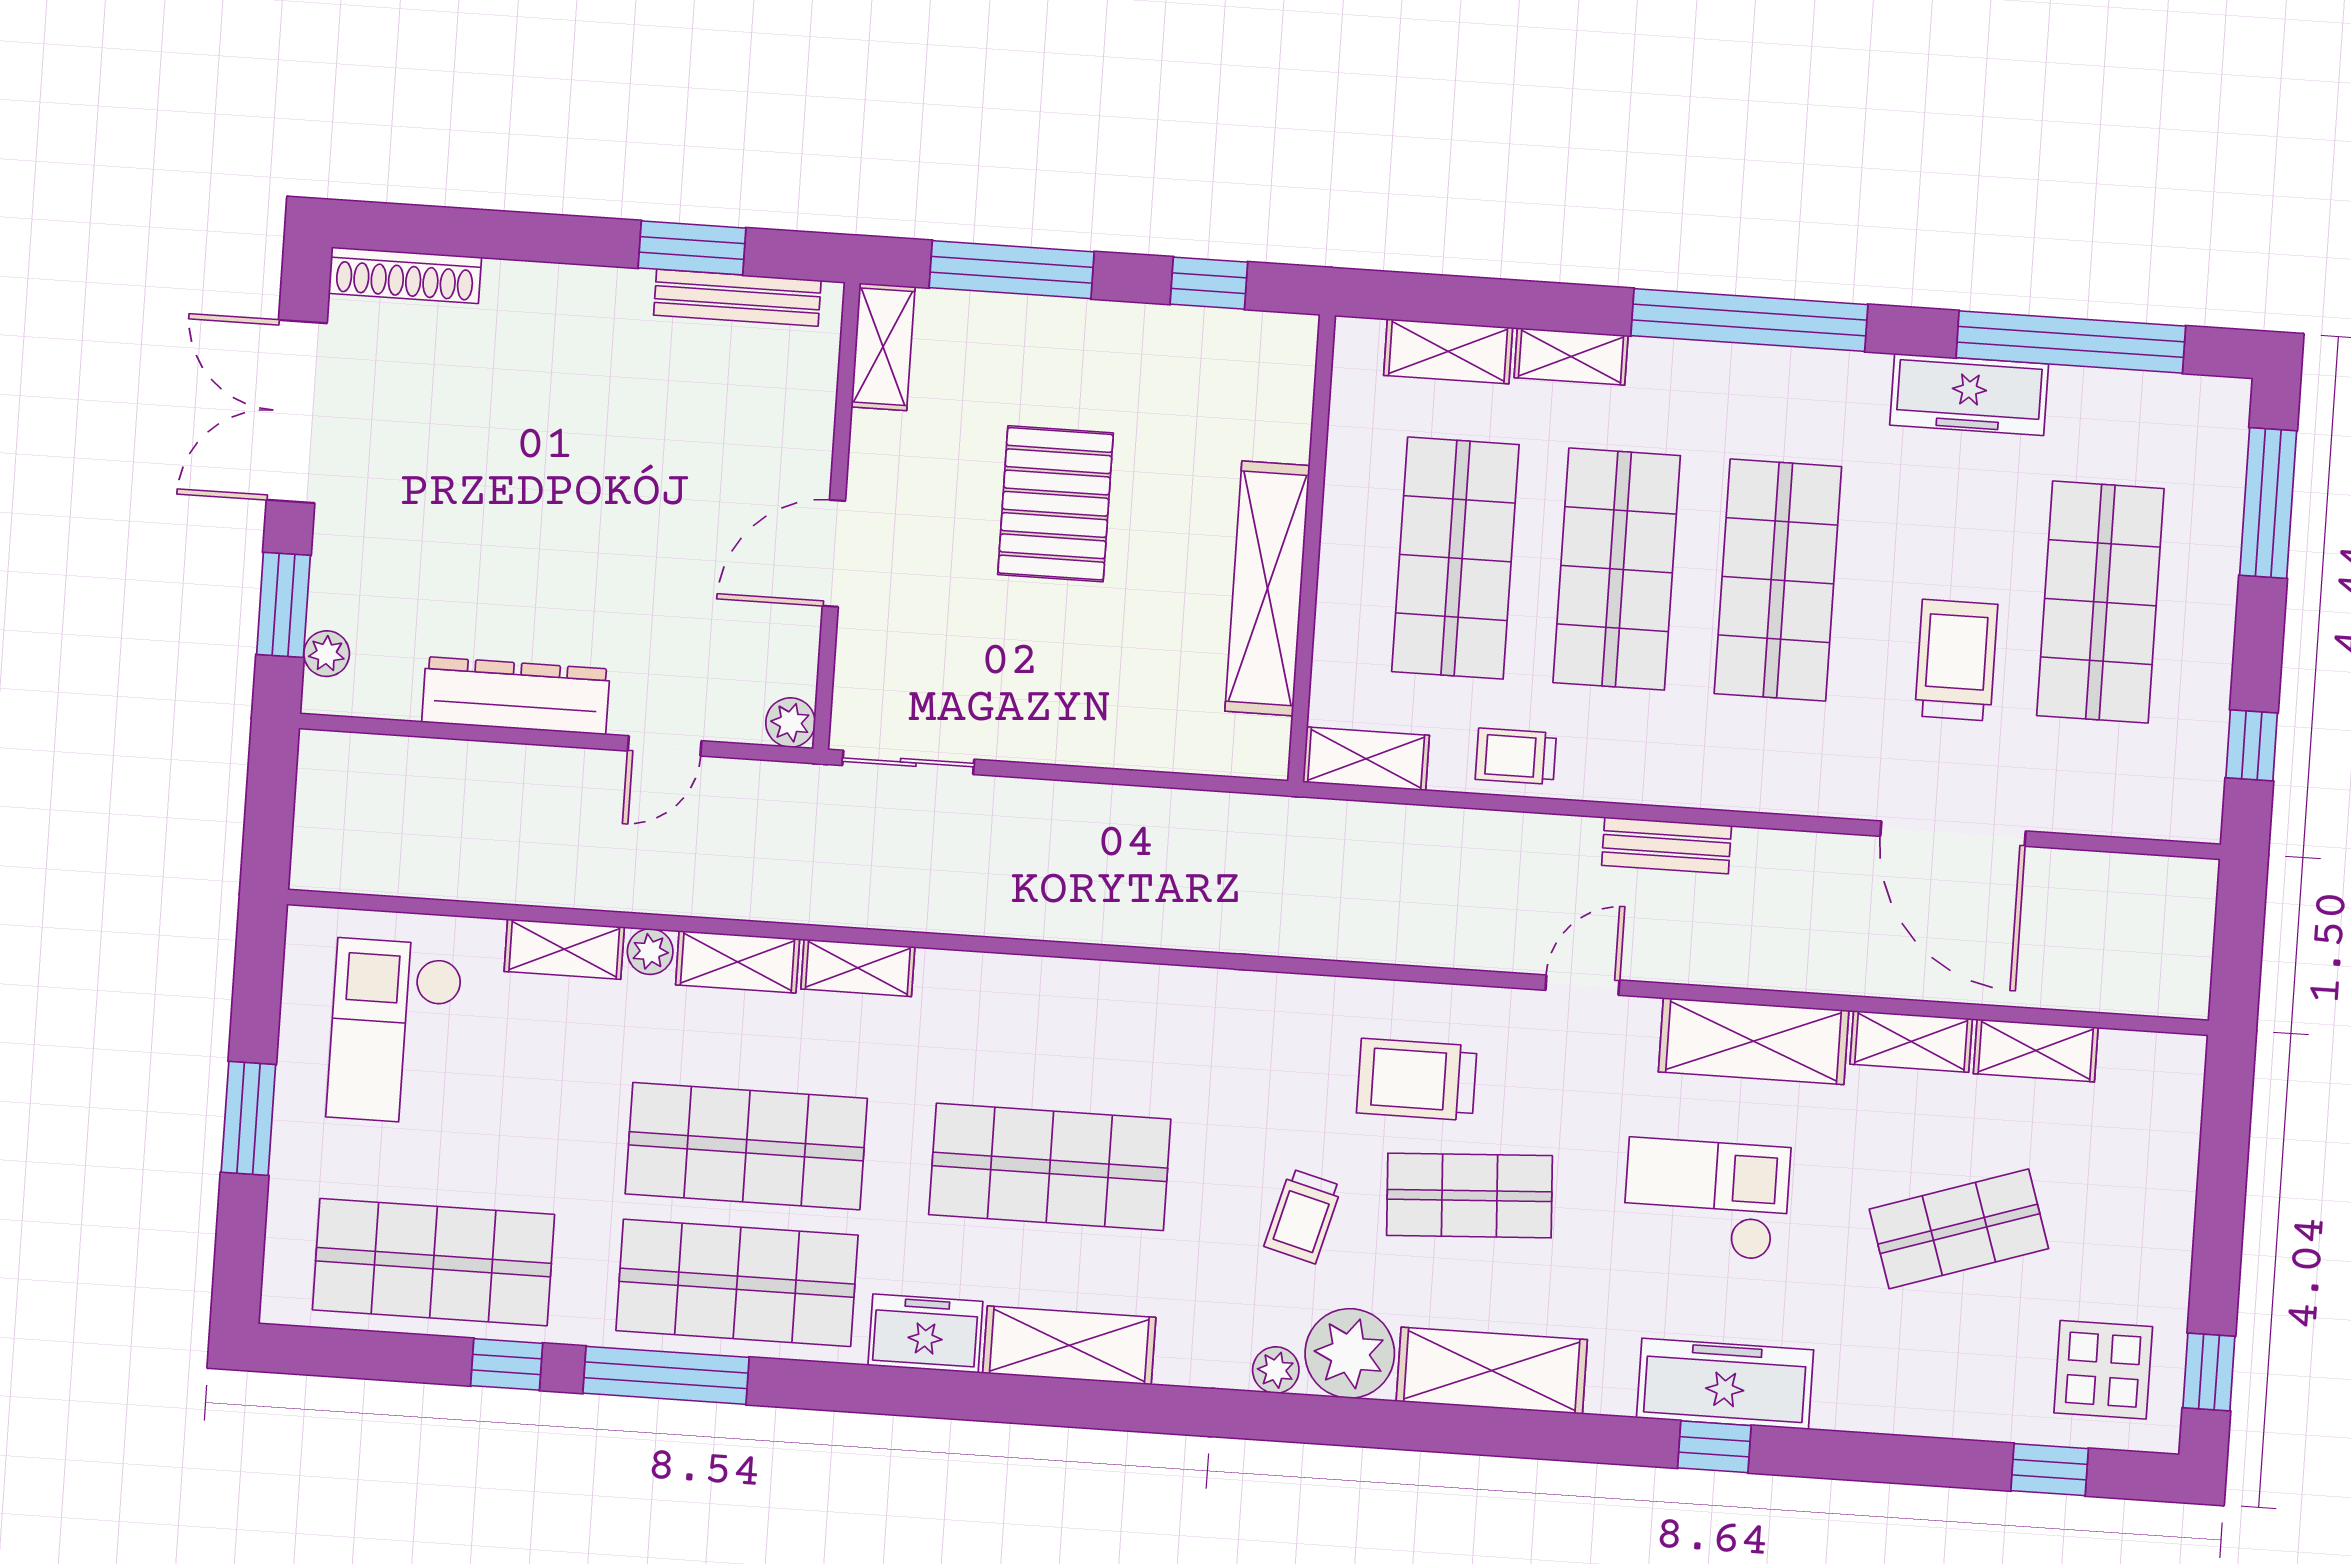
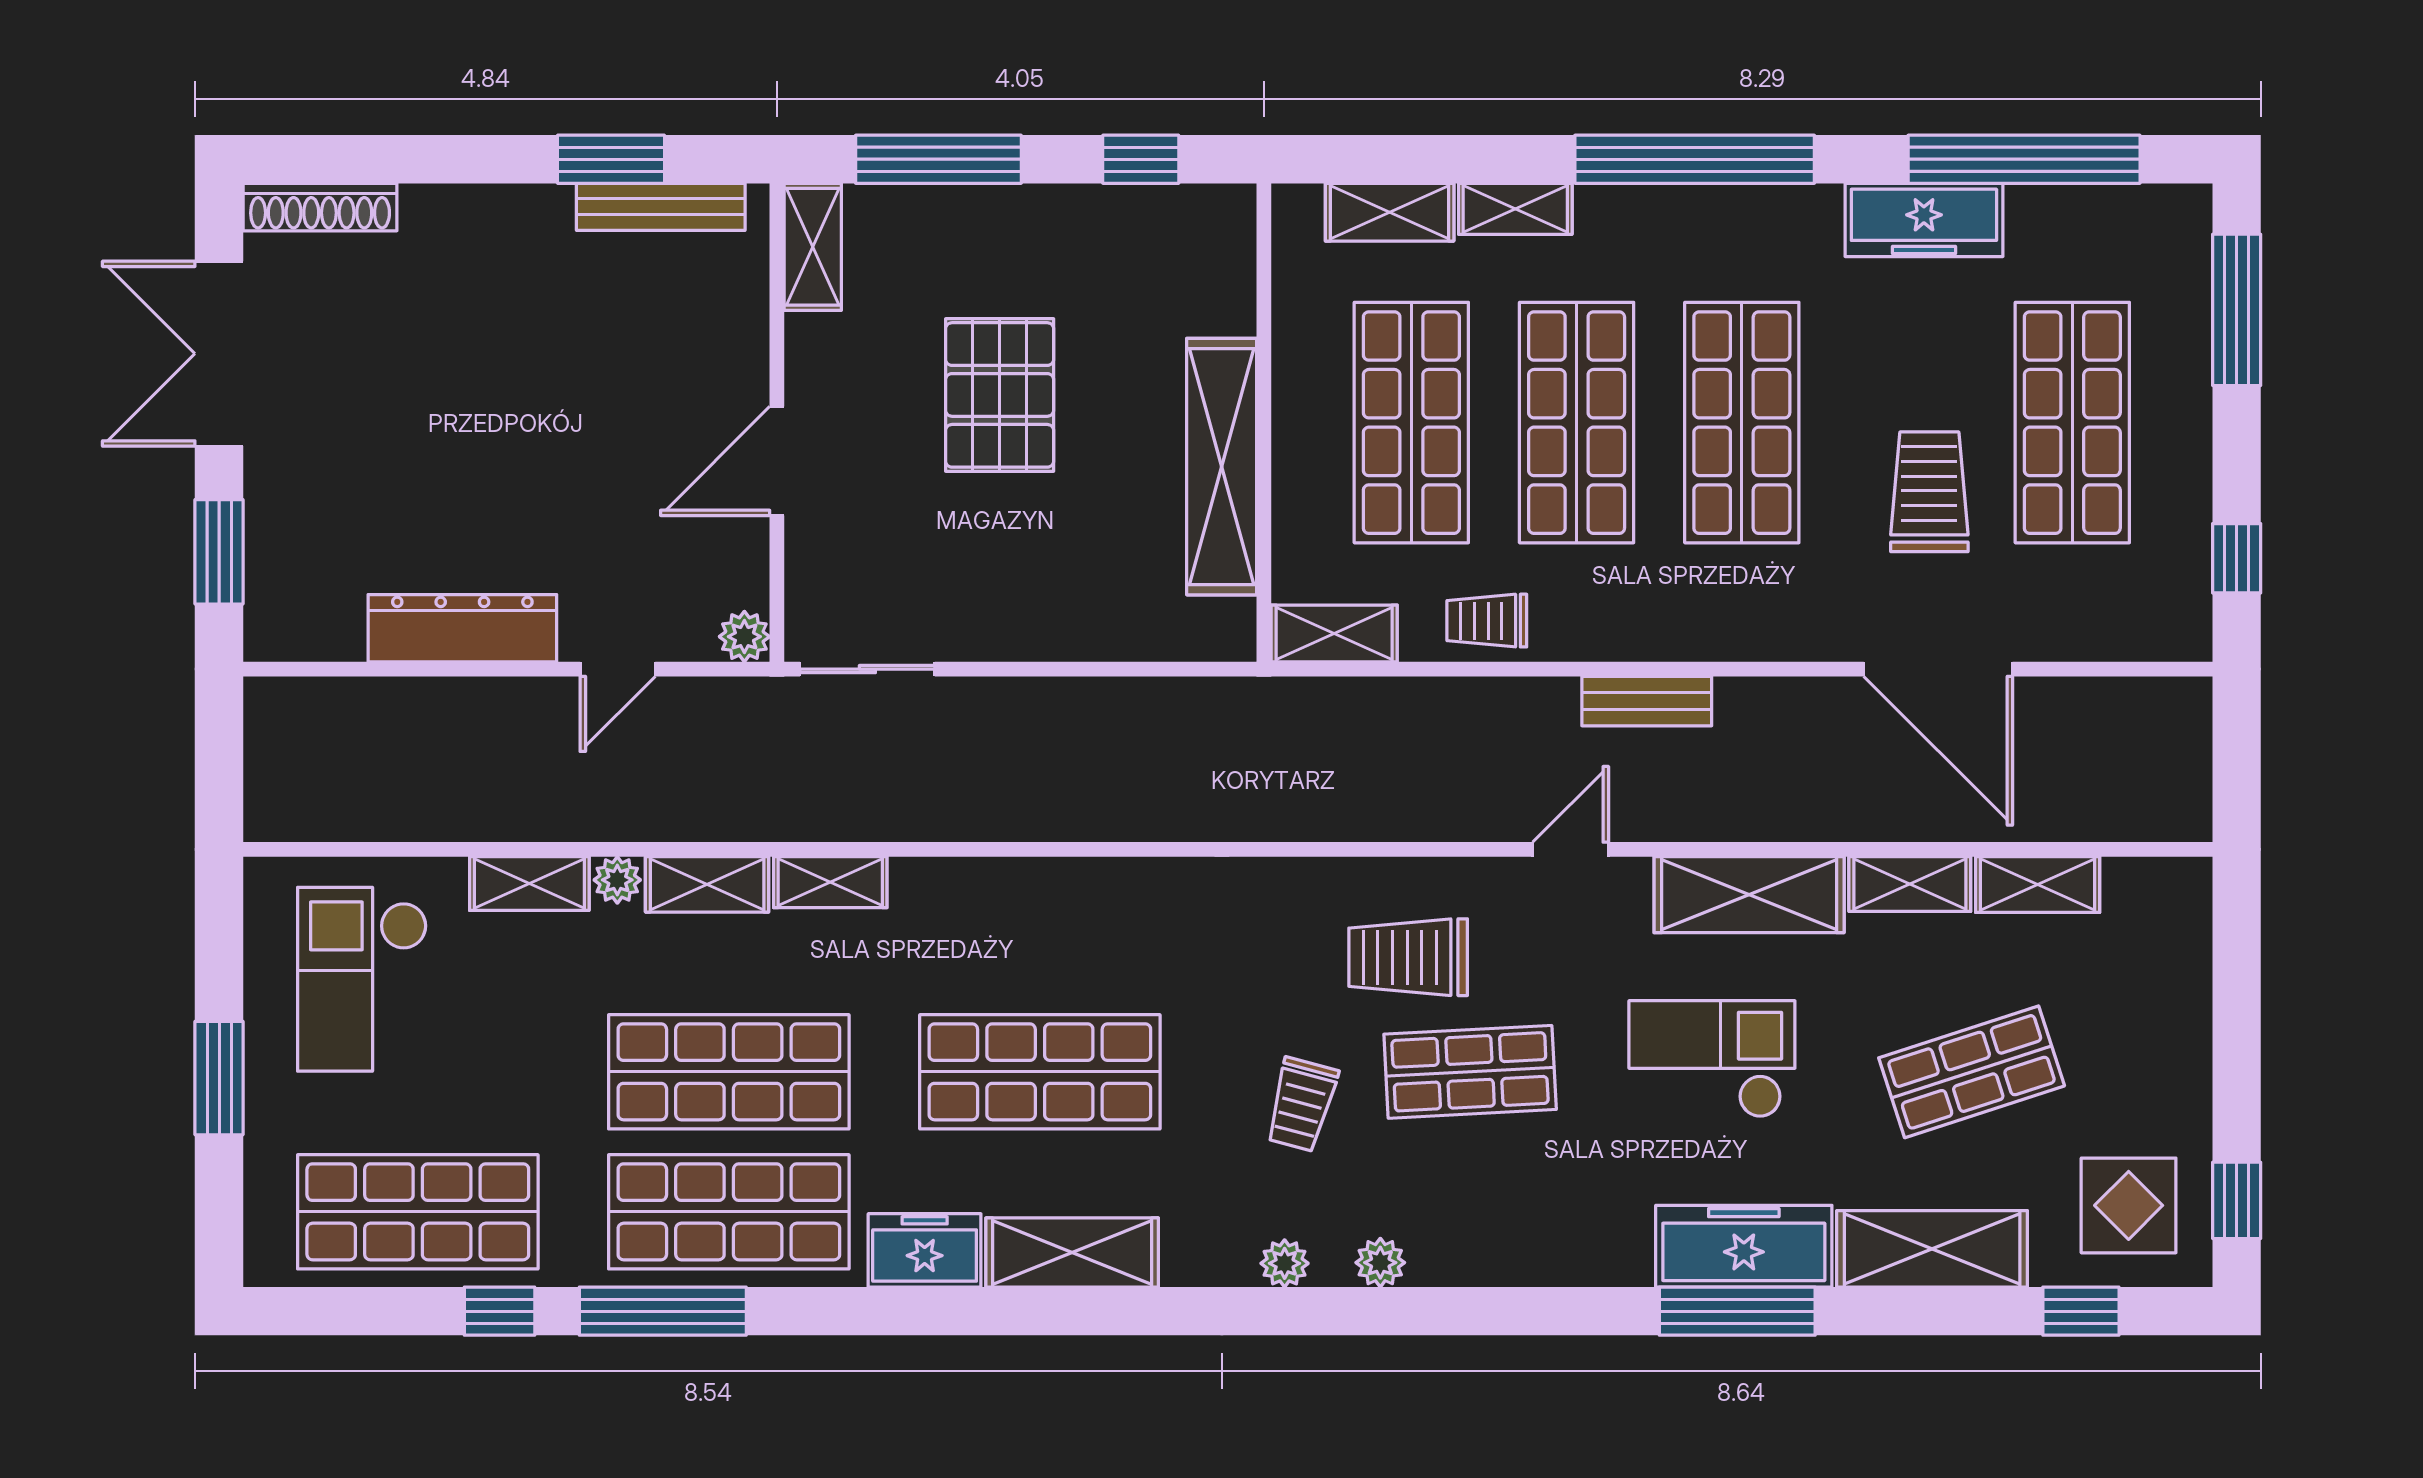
plant: (327, 654) -> (266, 599), removed
plant: (1350, 1353) -> (1380, 1263), width x0.53, depth x0.53
shelving: (1492, 1371) -> (1932, 1249), moved
window: (1714, 1447) -> (1737, 1311), width x2.17

